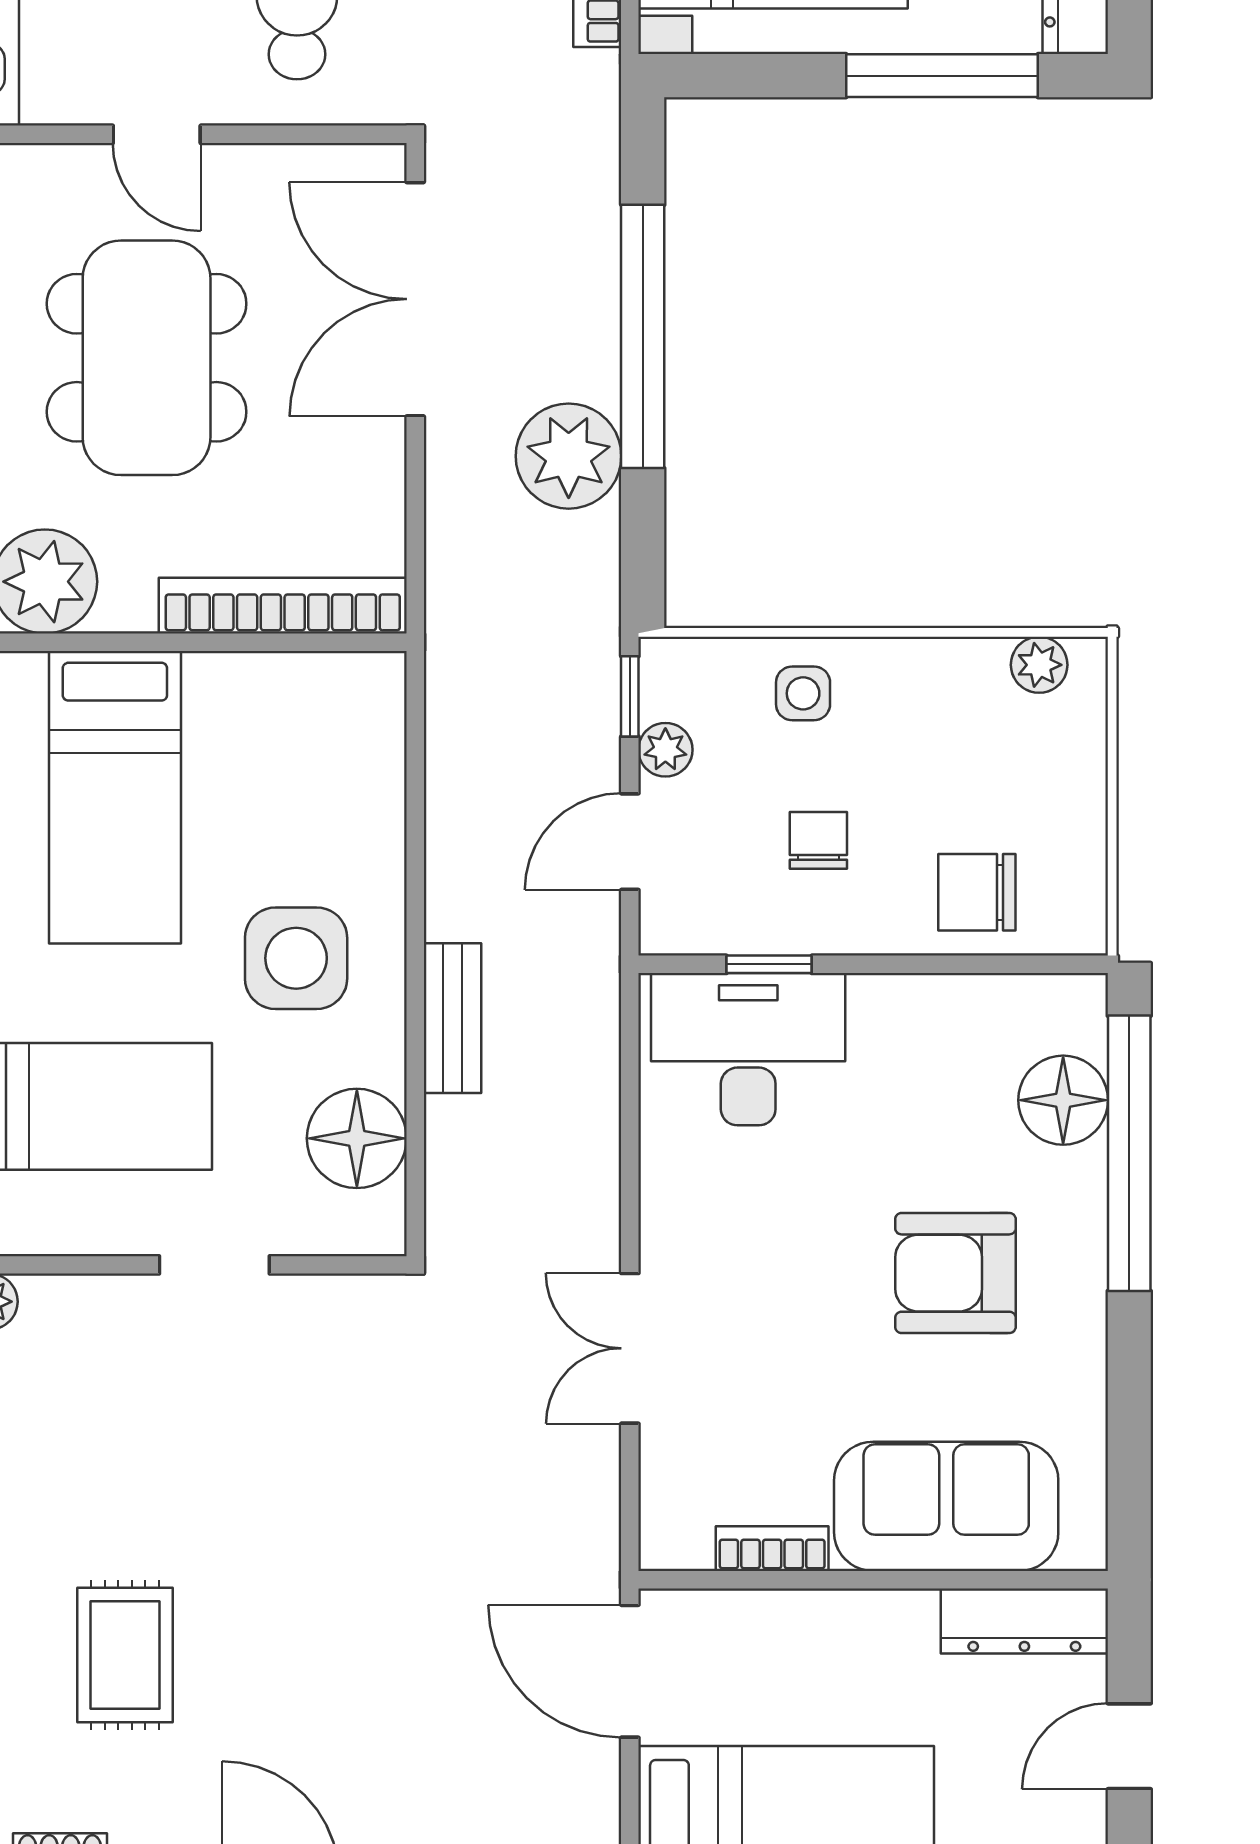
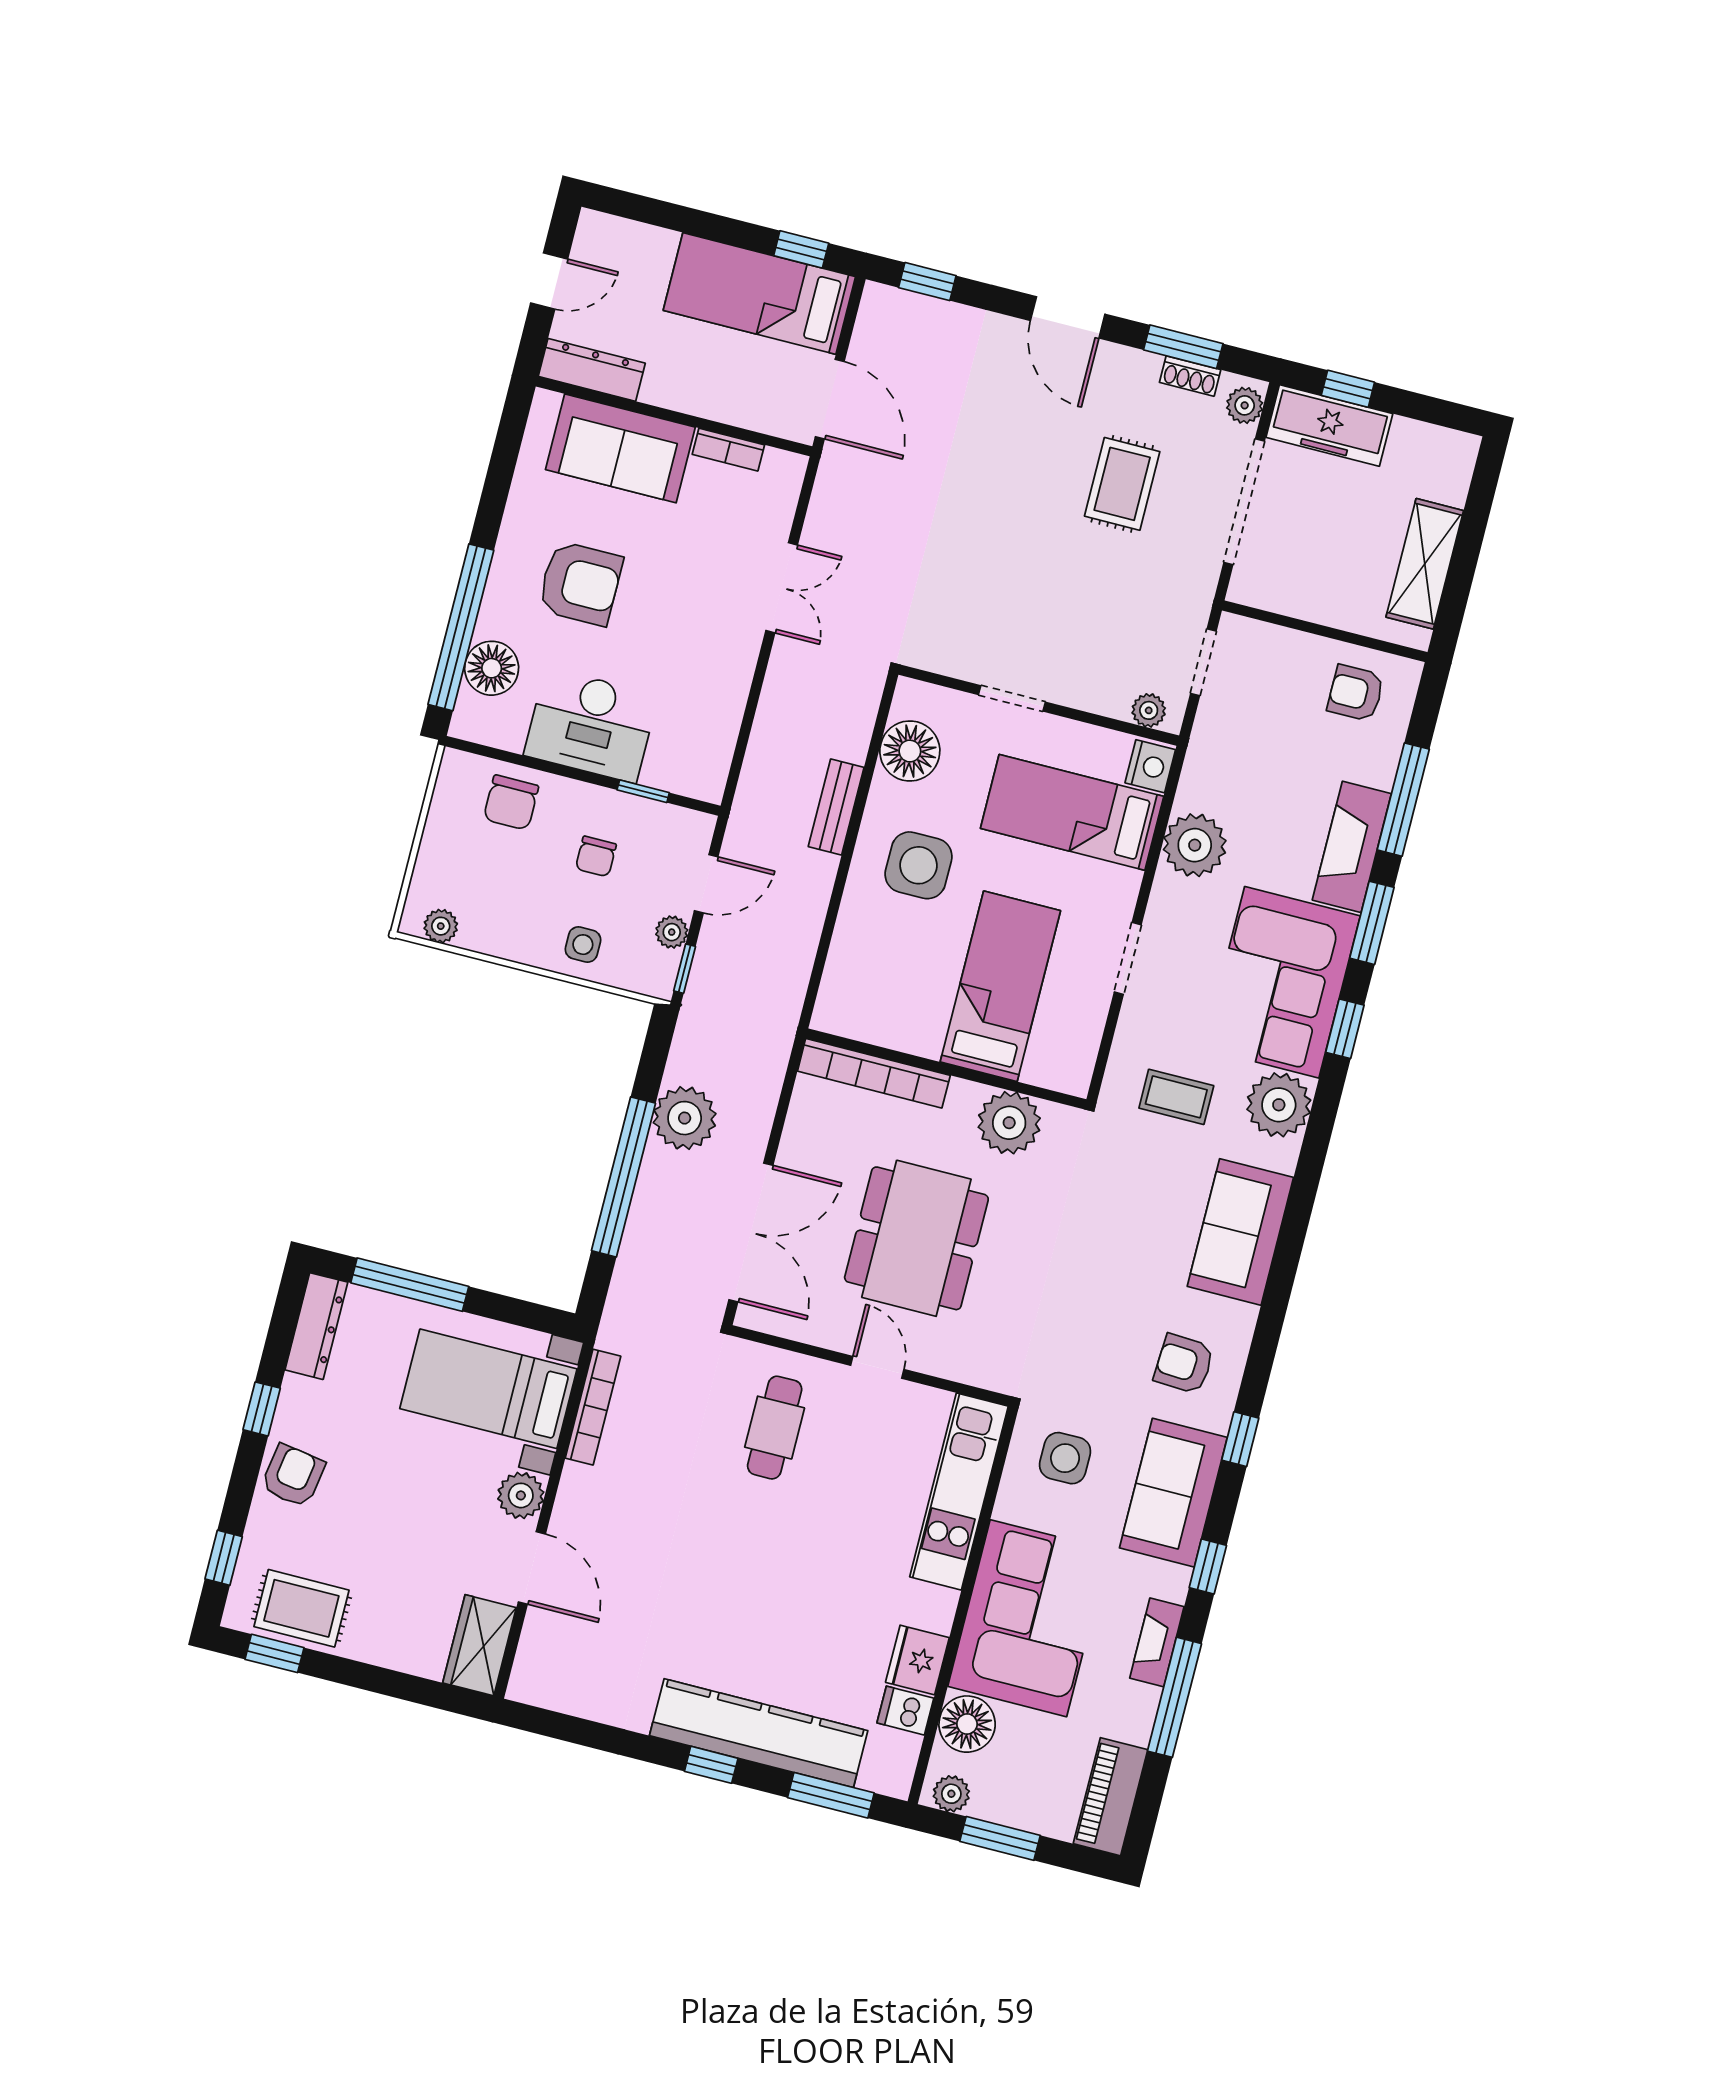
chair: (977, 892) -> (511, 802), turned 90
desk: (748, 1049) -> (591, 725), moved

